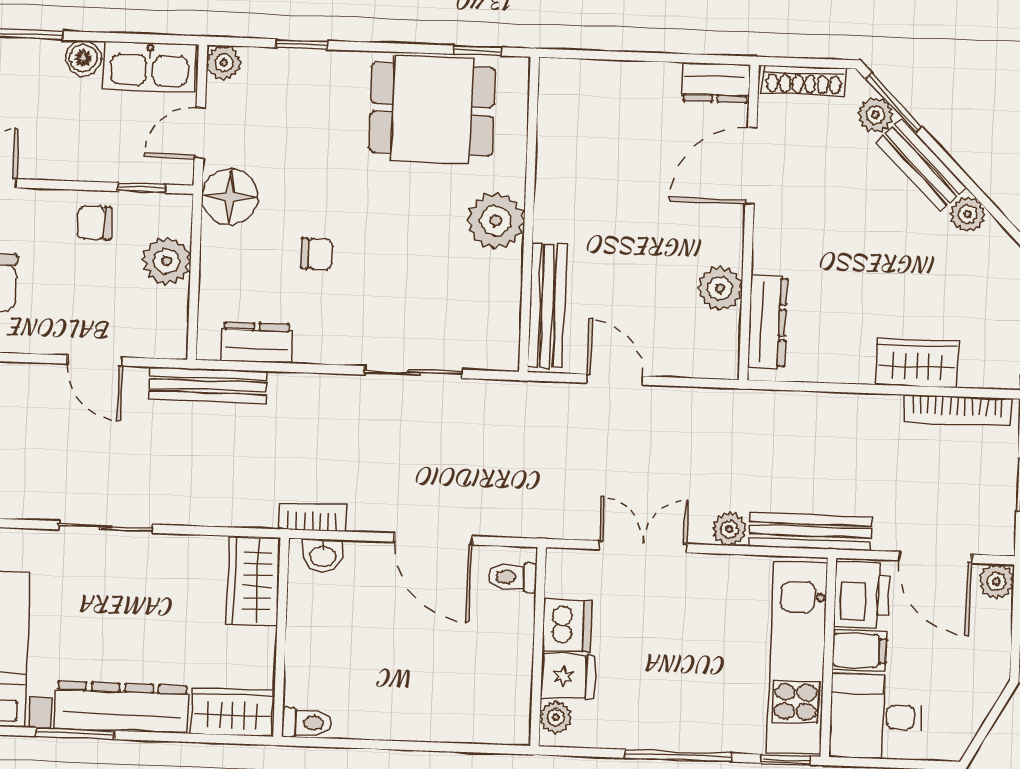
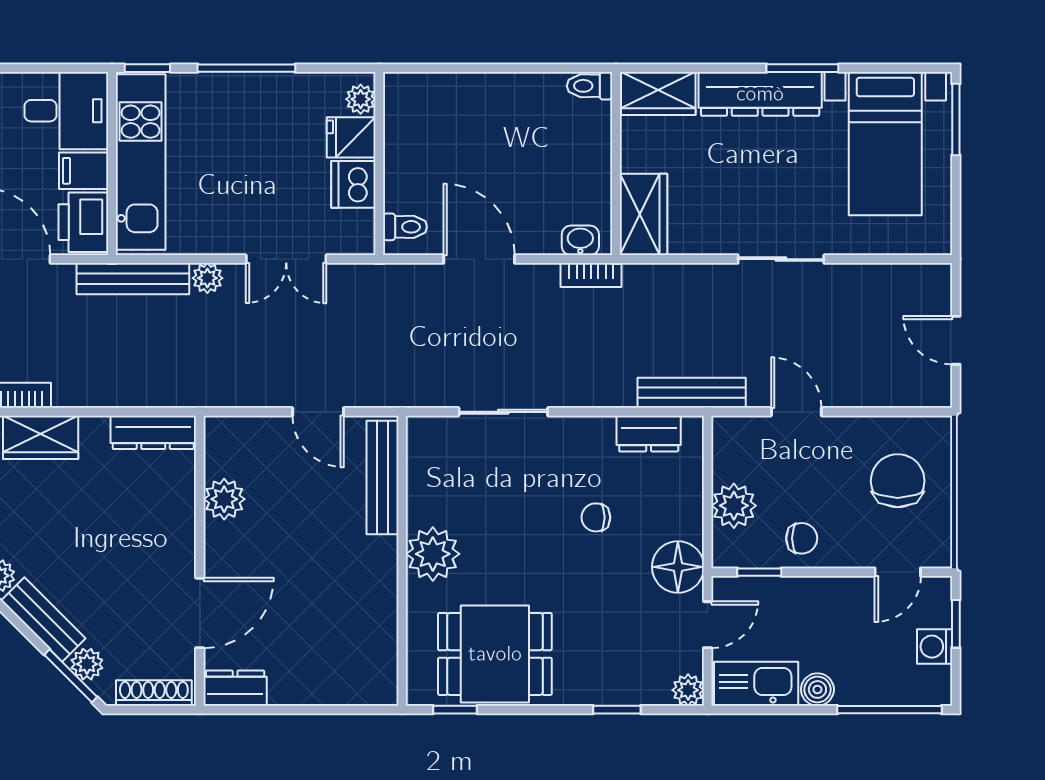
dresser: (768, 322) -> (153, 432), moved, turned -90

